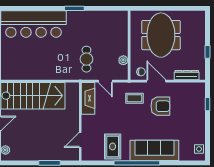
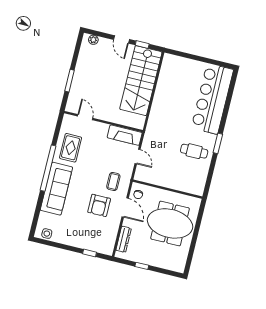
cafe table: (86, 59) -> (194, 151), moved
plant: (123, 60) -> (154, 180), removed
door: (105, 81) -> (138, 157), swing flipped
door: (156, 81) -> (125, 208), hinge flipped
rug: (113, 146) -> (71, 148), turned 90

